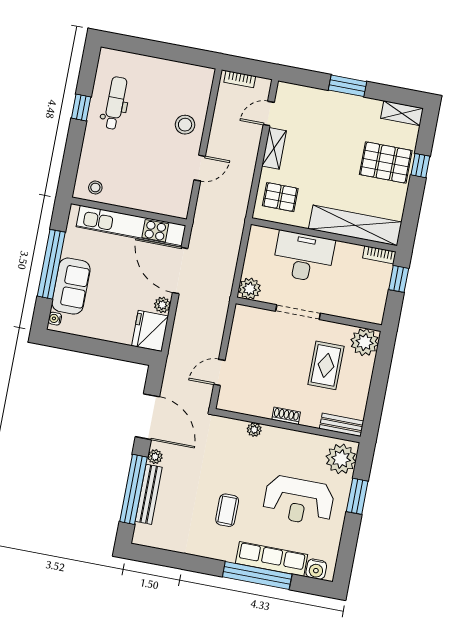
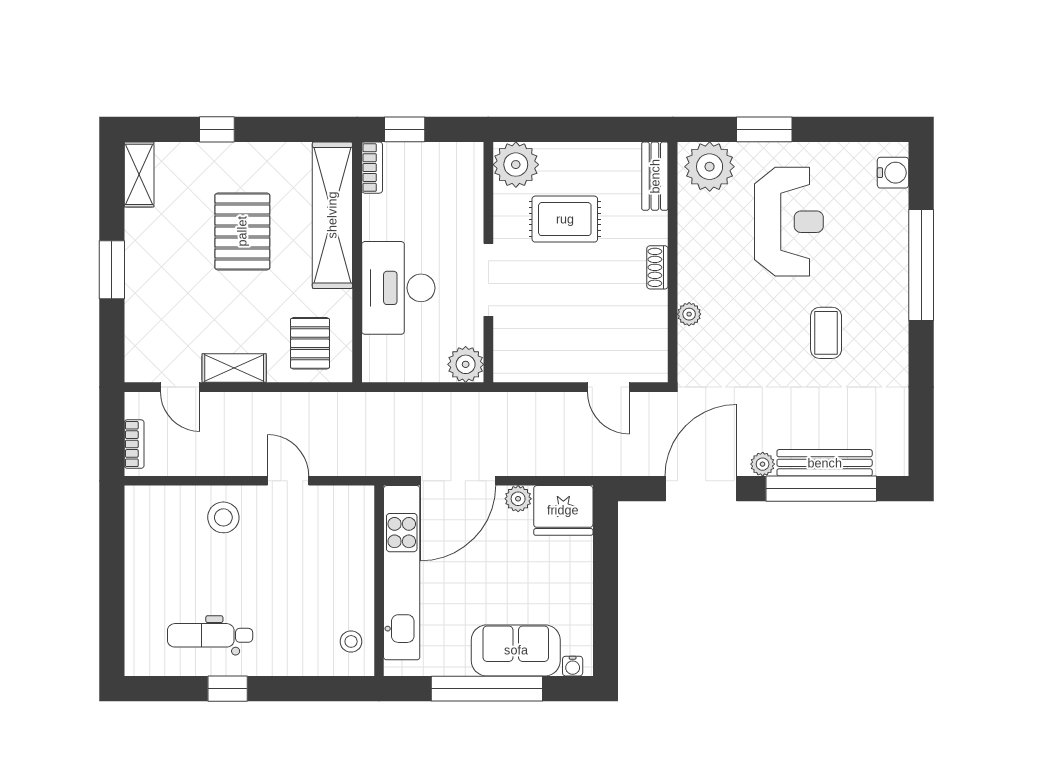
pallet: (386, 163) -> (242, 231), moved
coffee table: (227, 510) -> (826, 333), turned 90
row of seats: (272, 559) -> (890, 247), removed

